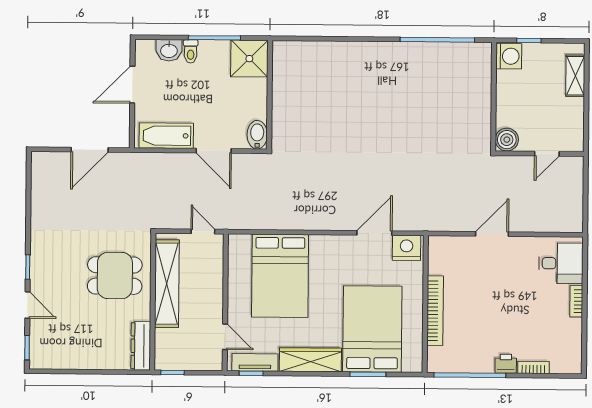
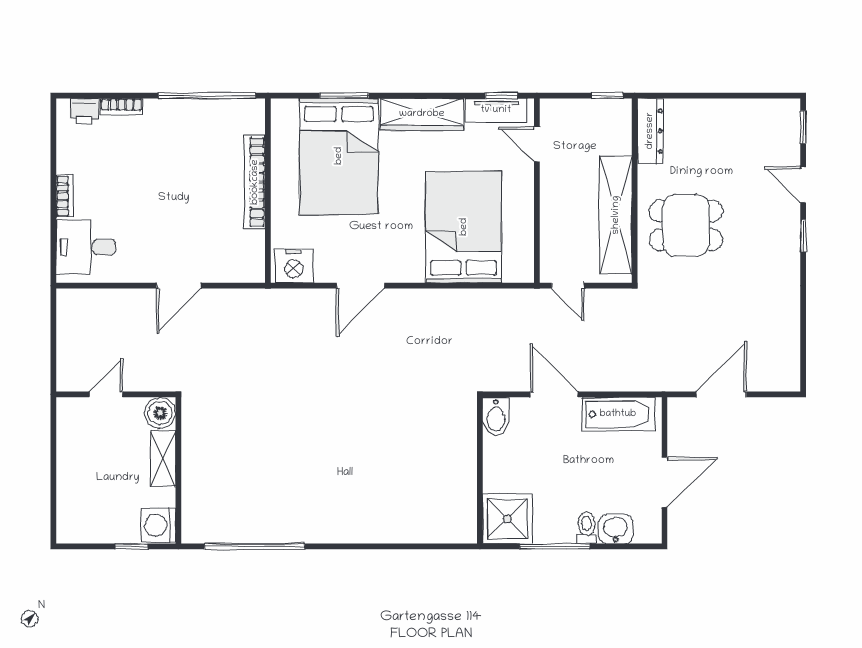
shelving: (575, 76) -> (163, 458), moved
door: (374, 233) -> (361, 286), moved
printer: (506, 364) -> (84, 111), moved

